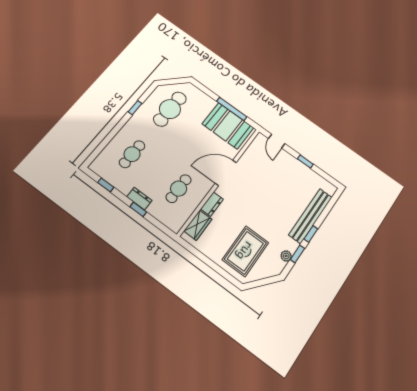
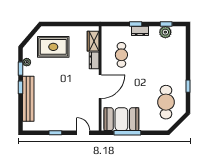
cafe table: (132, 154) -> (166, 55), removed
plant: (114, 177) -> (165, 32), added
rug: (245, 251) -> (53, 47), turned 90

